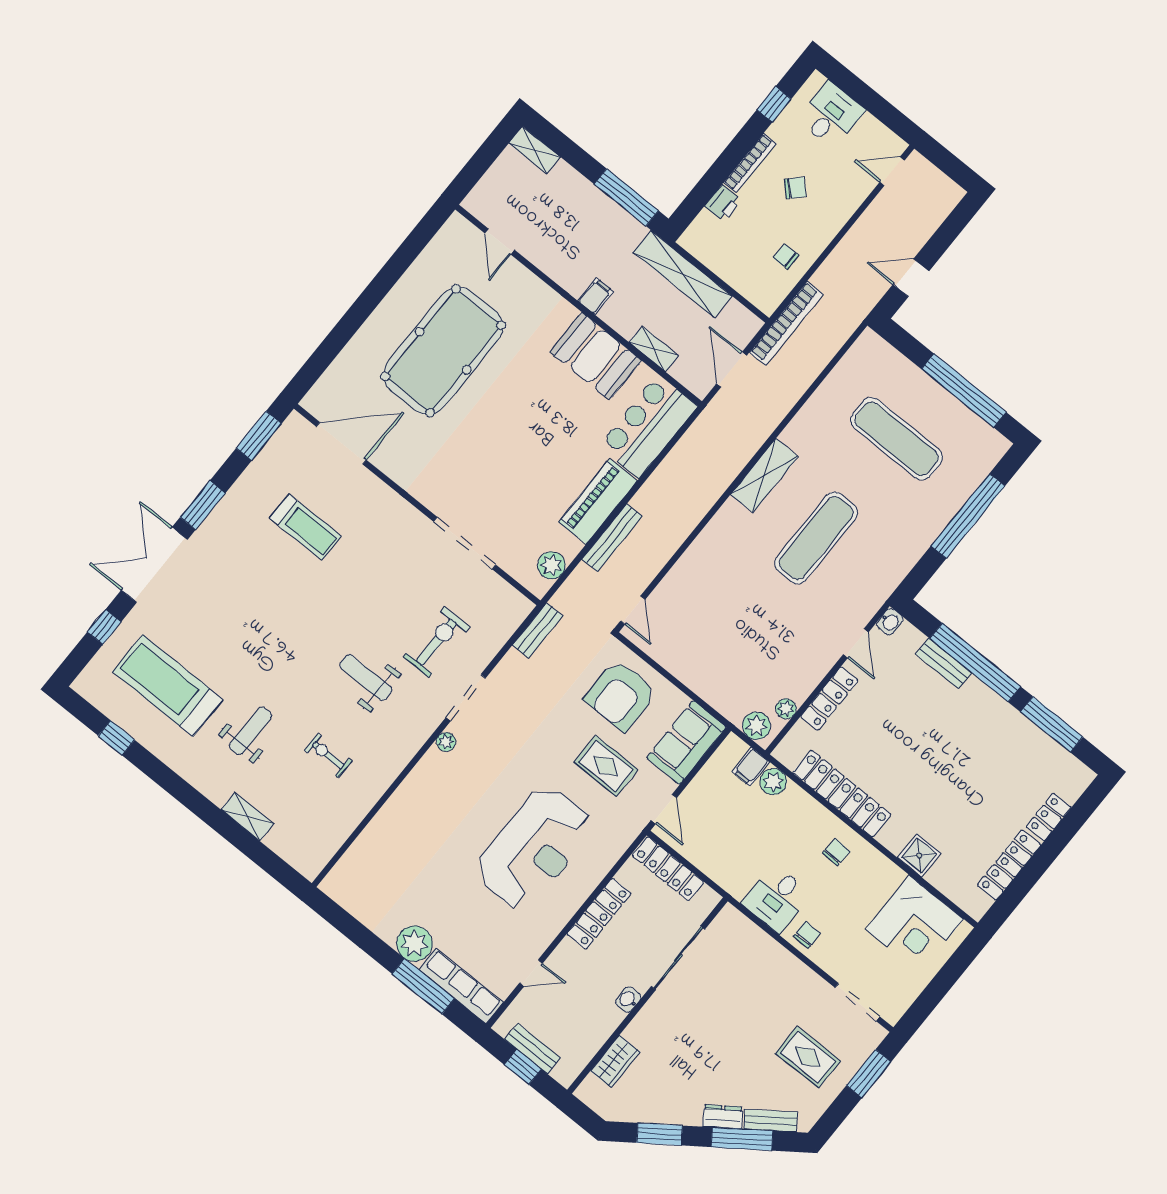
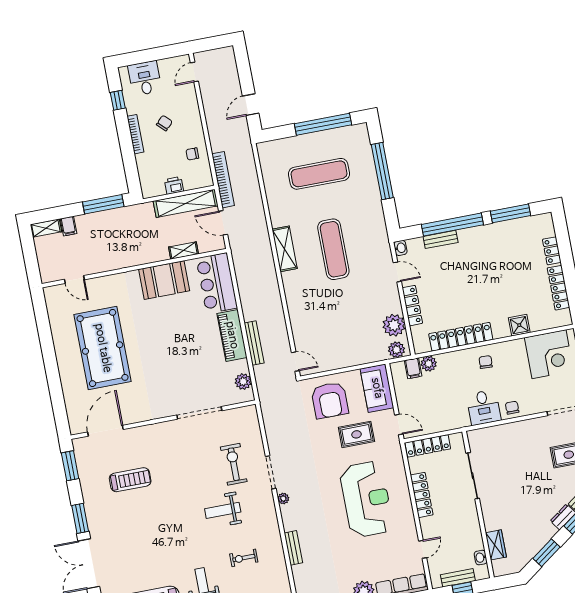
printer: (723, 203) -> (174, 185), moved, turned -90
shelving: (683, 274) -> (186, 203), moved
filing cabinet: (595, 296) -> (69, 226), moved, turned 180
bench: (538, 630) -> (293, 548), moved
plant: (786, 709) -> (394, 325), width x1.87, depth x1.87
washbasin: (628, 999) -> (481, 558), moved

